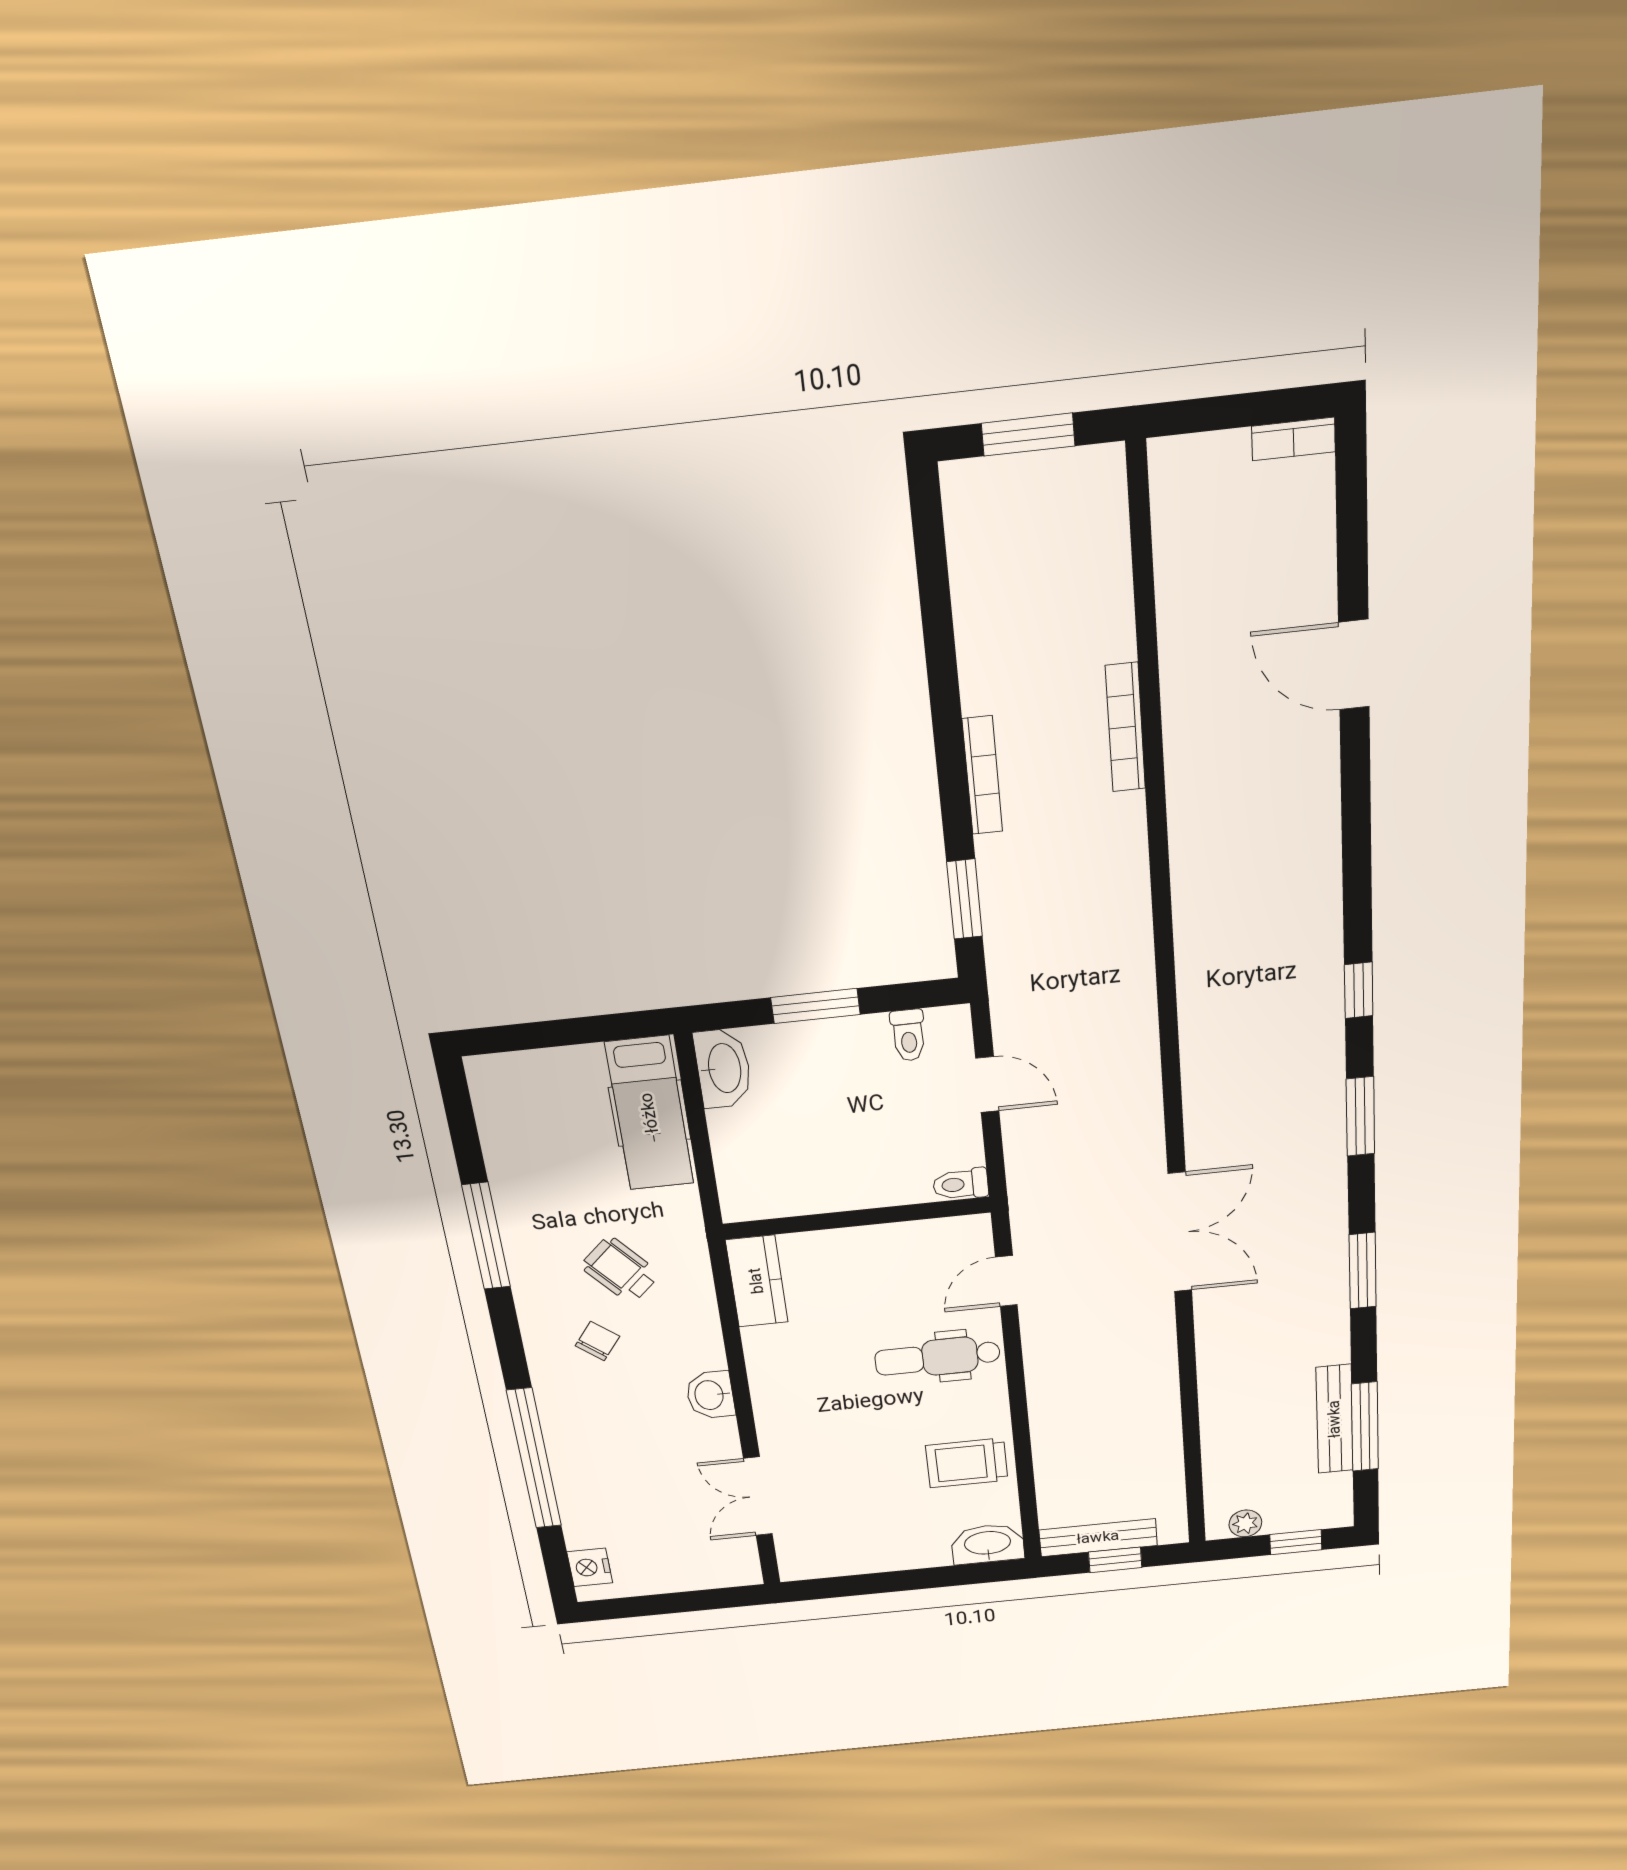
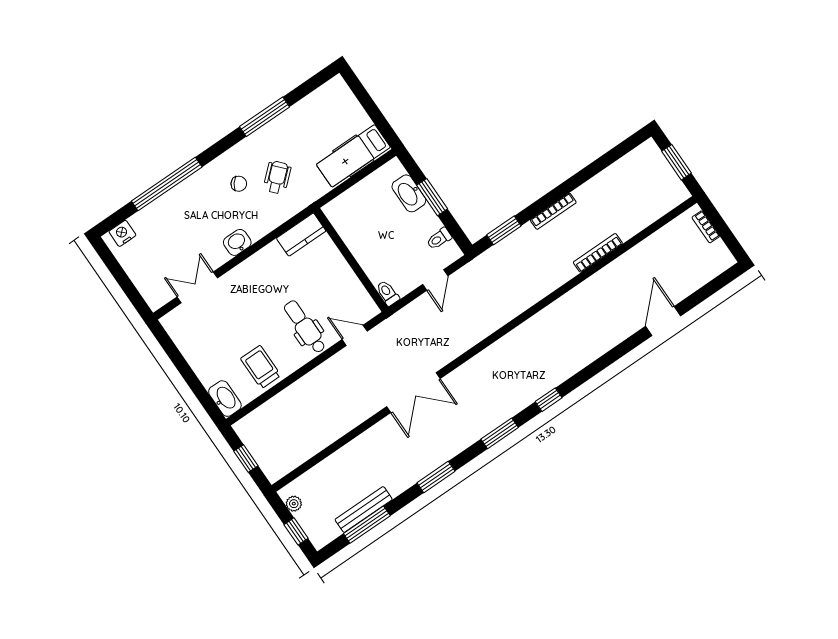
bookcase: (1293, 439) -> (706, 227), moved
washbasin: (723, 1068) -> (409, 193), moved, turned 90
bench: (1098, 1538) -> (253, 444), removed

